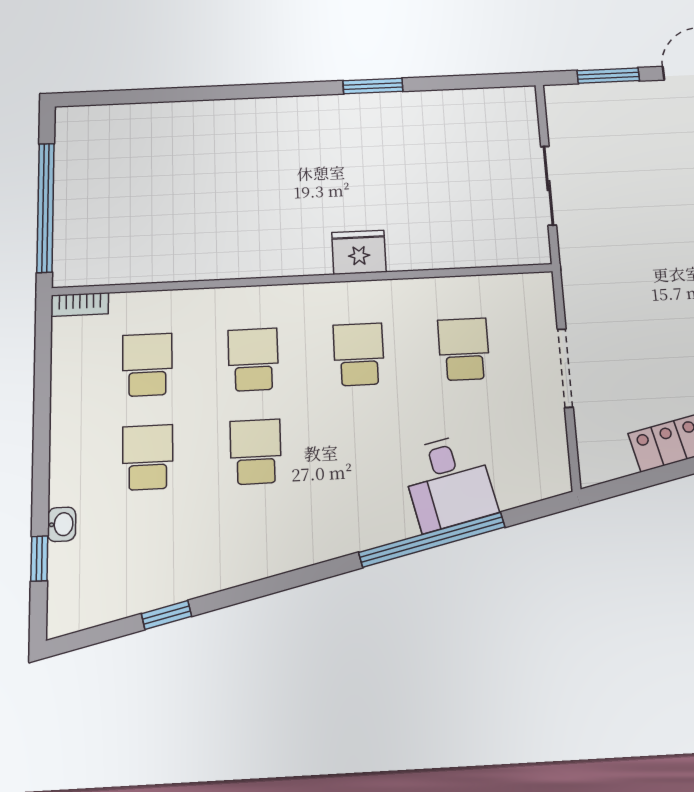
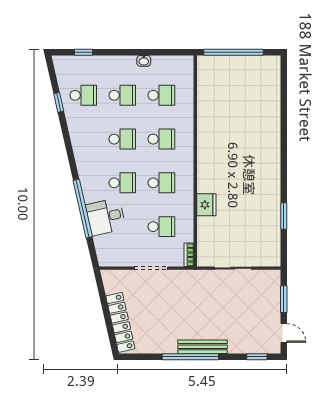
window: (373, 86) -> (284, 216), moved
fridge: (359, 252) -> (206, 205), moved
bookcase: (80, 305) -> (189, 255), moved
school desk: (363, 446) -> (122, 183), added
washbasin: (62, 524) -> (144, 61), moved
school desk: (148, 553) -> (83, 95), added

